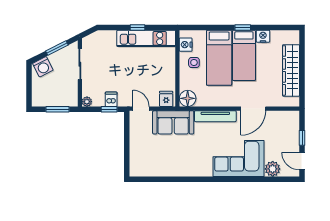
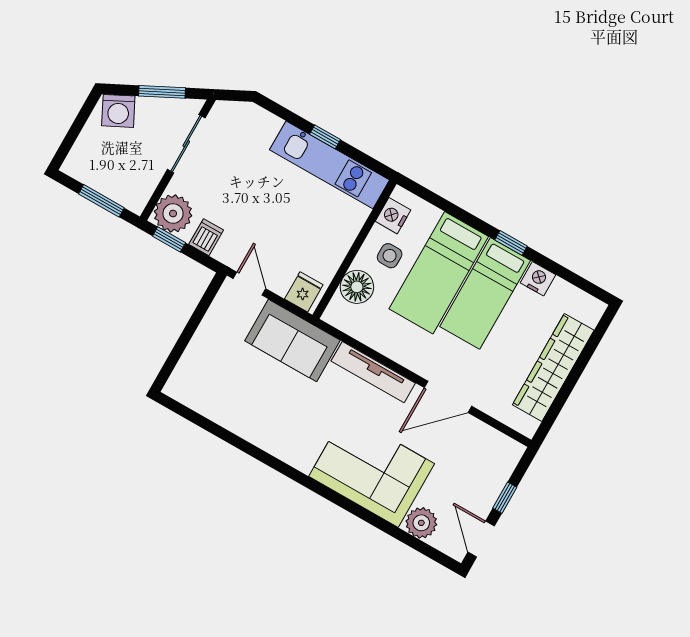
floor lamp: (188, 98) -> (357, 287), moved
plant: (87, 102) -> (173, 213), width x1.87, depth x1.87
window: (109, 109) -> (169, 239), moved

